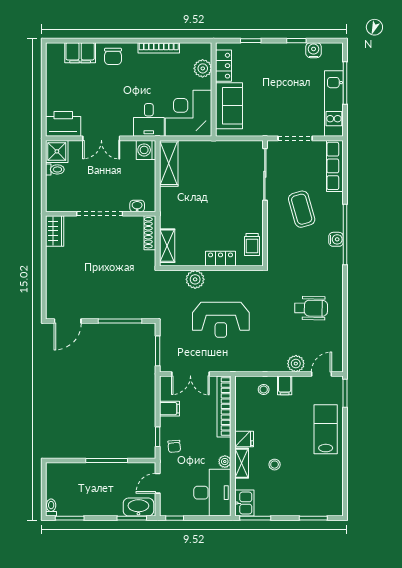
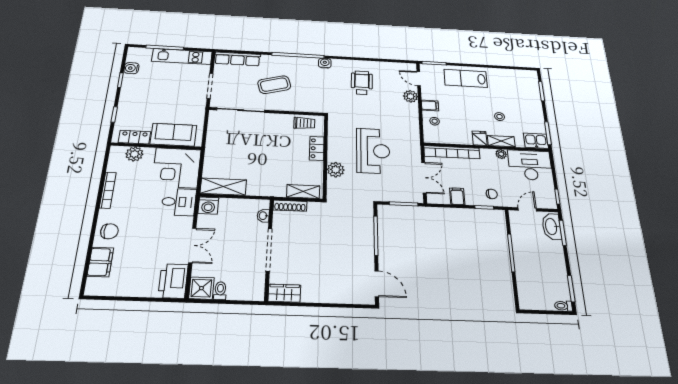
water cooler: (336, 239) -> (325, 63), moved
door: (158, 483) -> (527, 209), swing flipped

